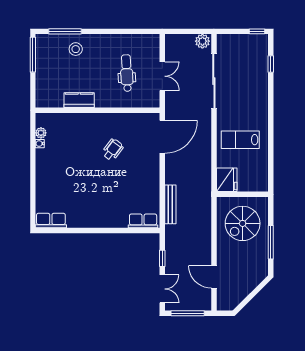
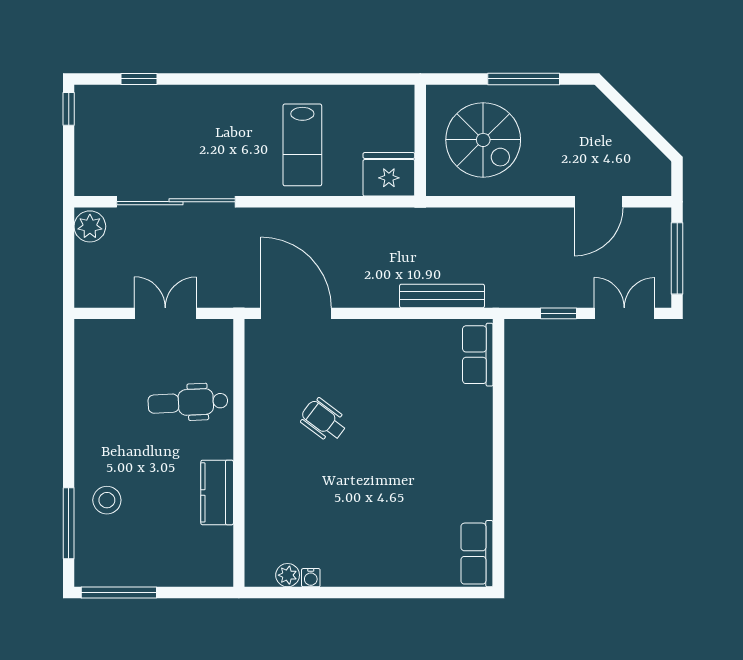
dental chair: (127, 73) -> (188, 402), moved

